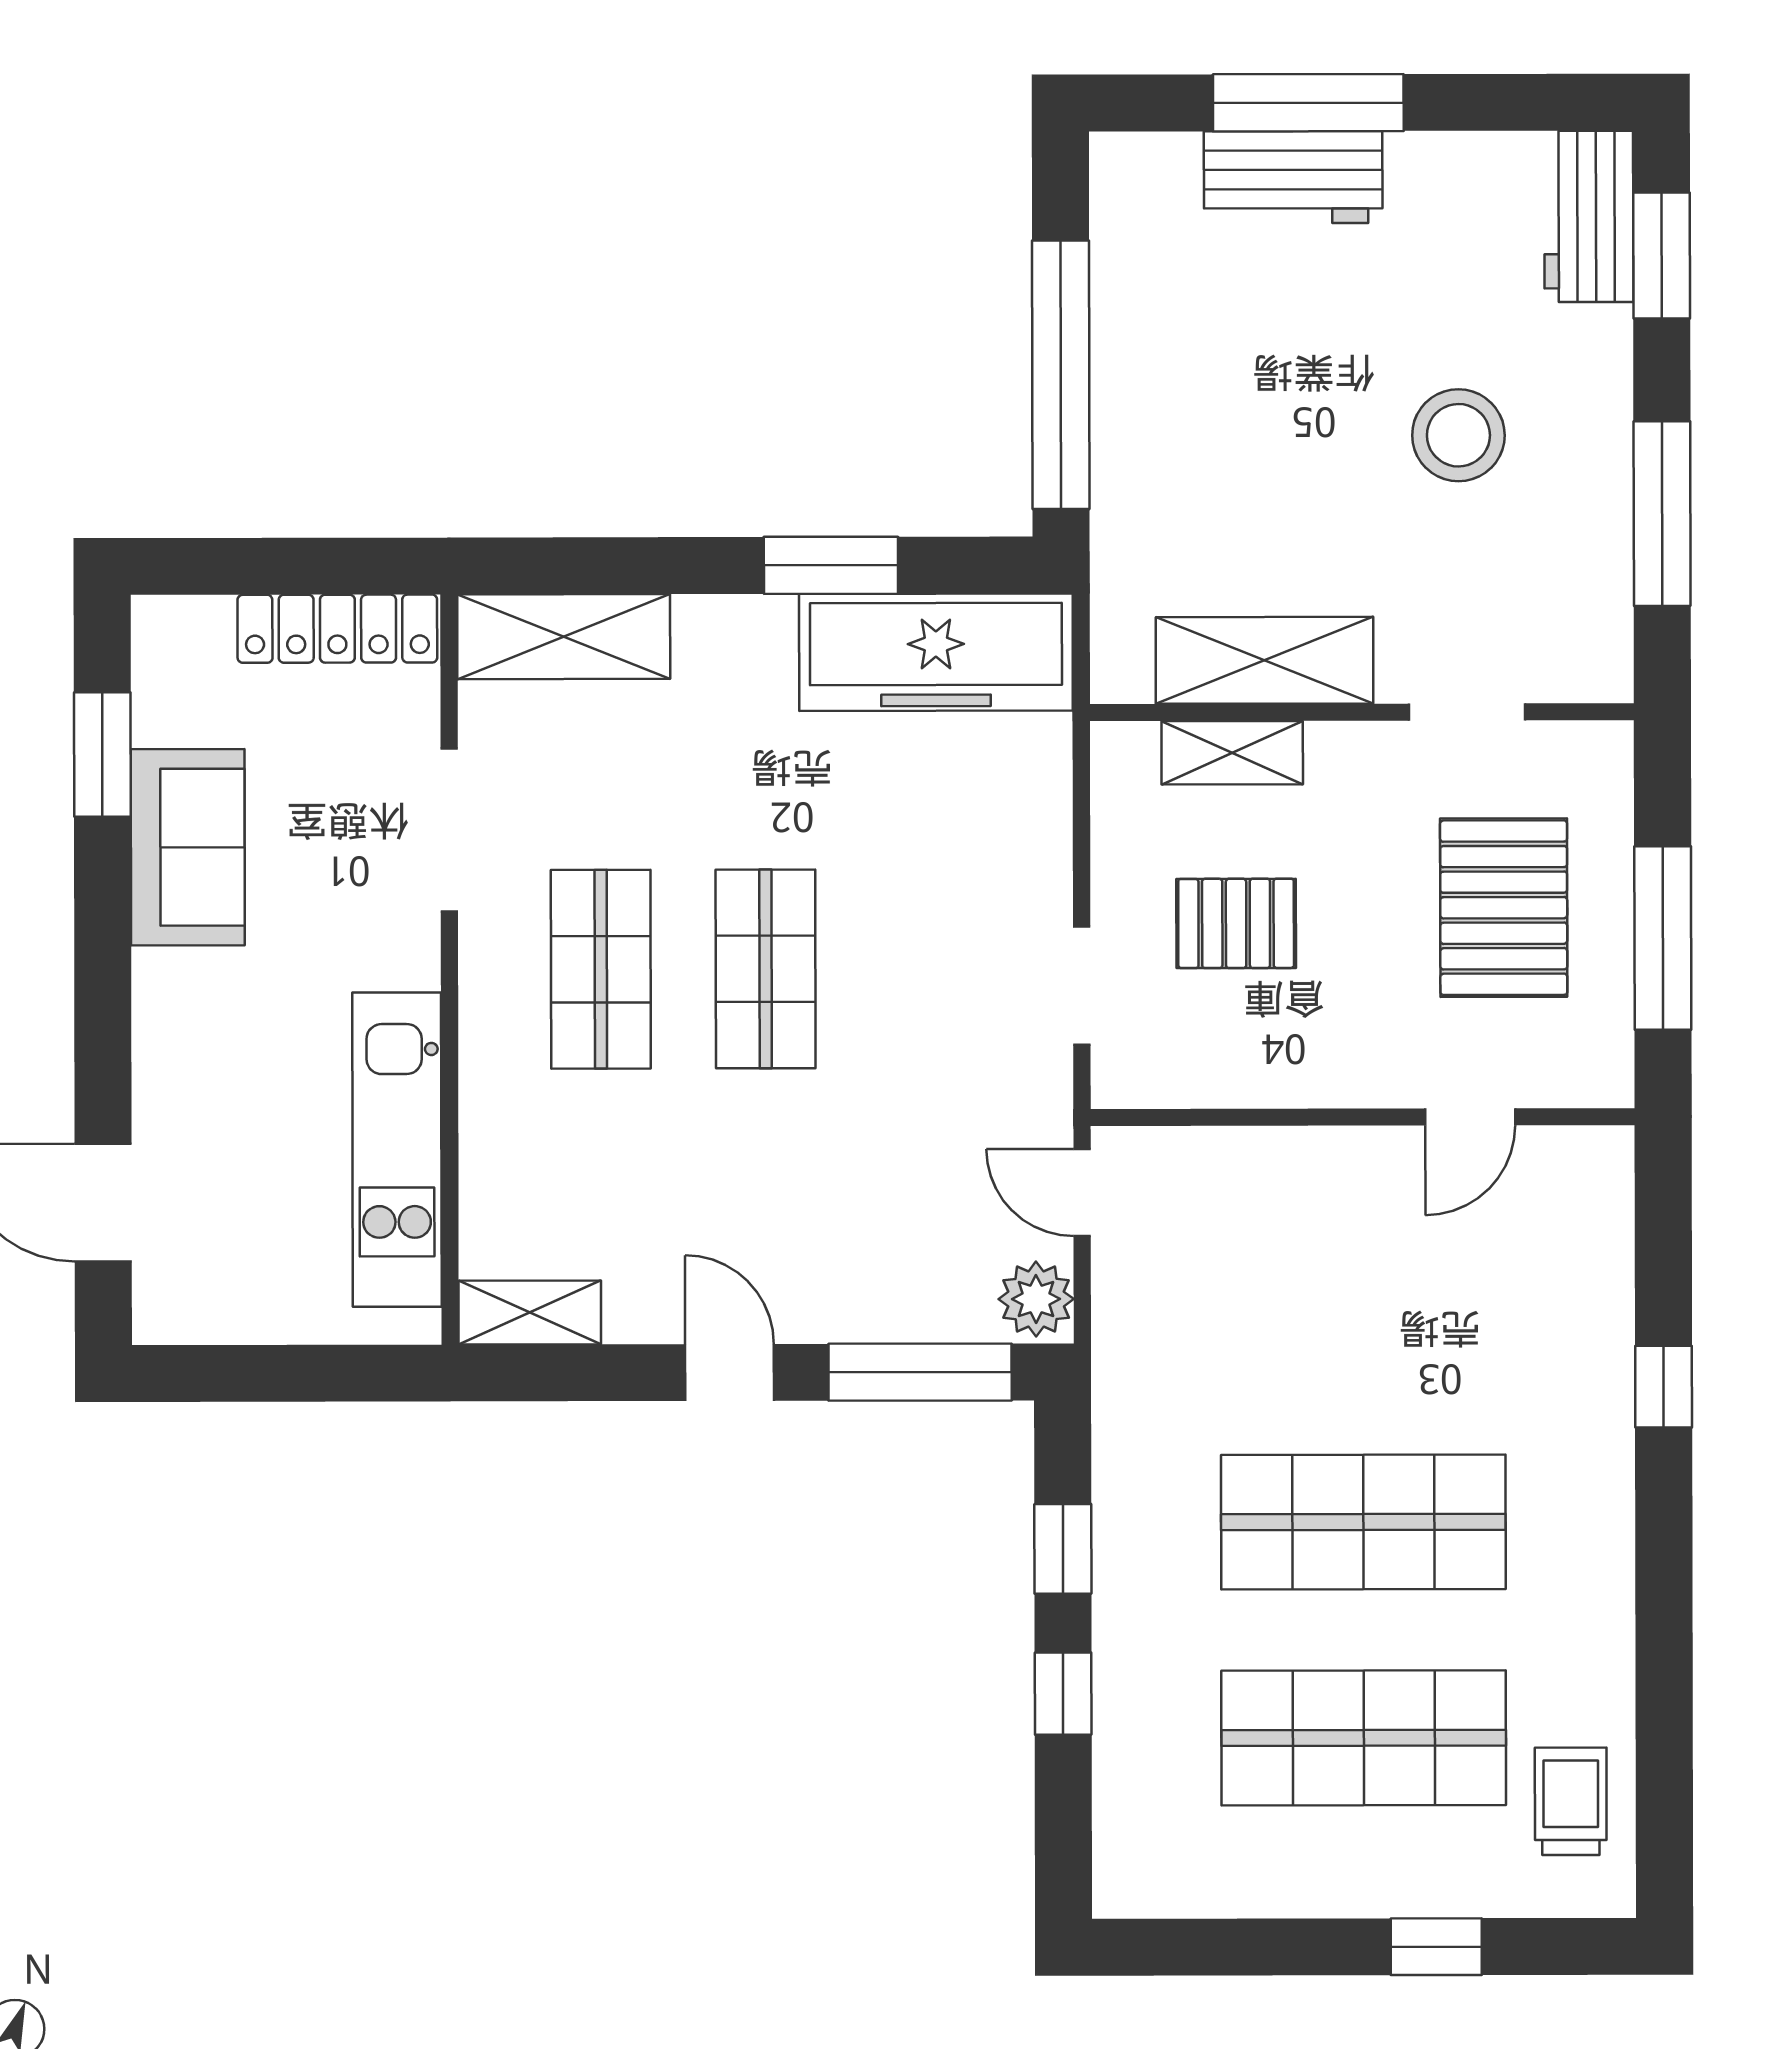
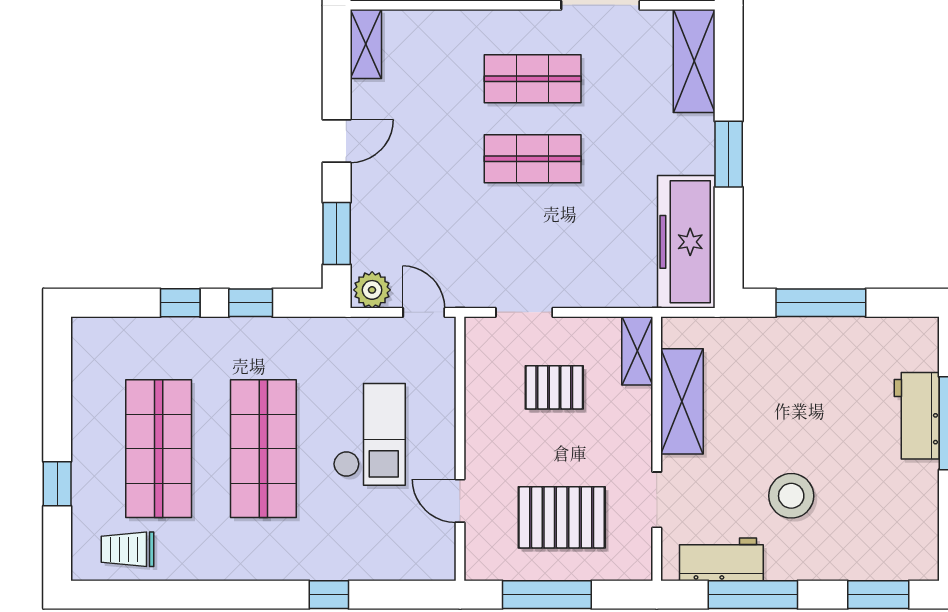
workbench: (1589, 216) -> (721, 559), moved
window: (1061, 375) -> (821, 303), width x0.68
window: (831, 565) -> (729, 154), moved
shelving: (1232, 753) -> (637, 351), moved
pallet: (1236, 923) -> (554, 387), turned 90
door: (1082, 1193) -> (424, 312), hinge flipped
checkout: (1333, 1304) -> (369, 434), added
window: (920, 1372) -> (337, 234), width x0.69
trolley: (1571, 1801) -> (128, 549), turned 180

